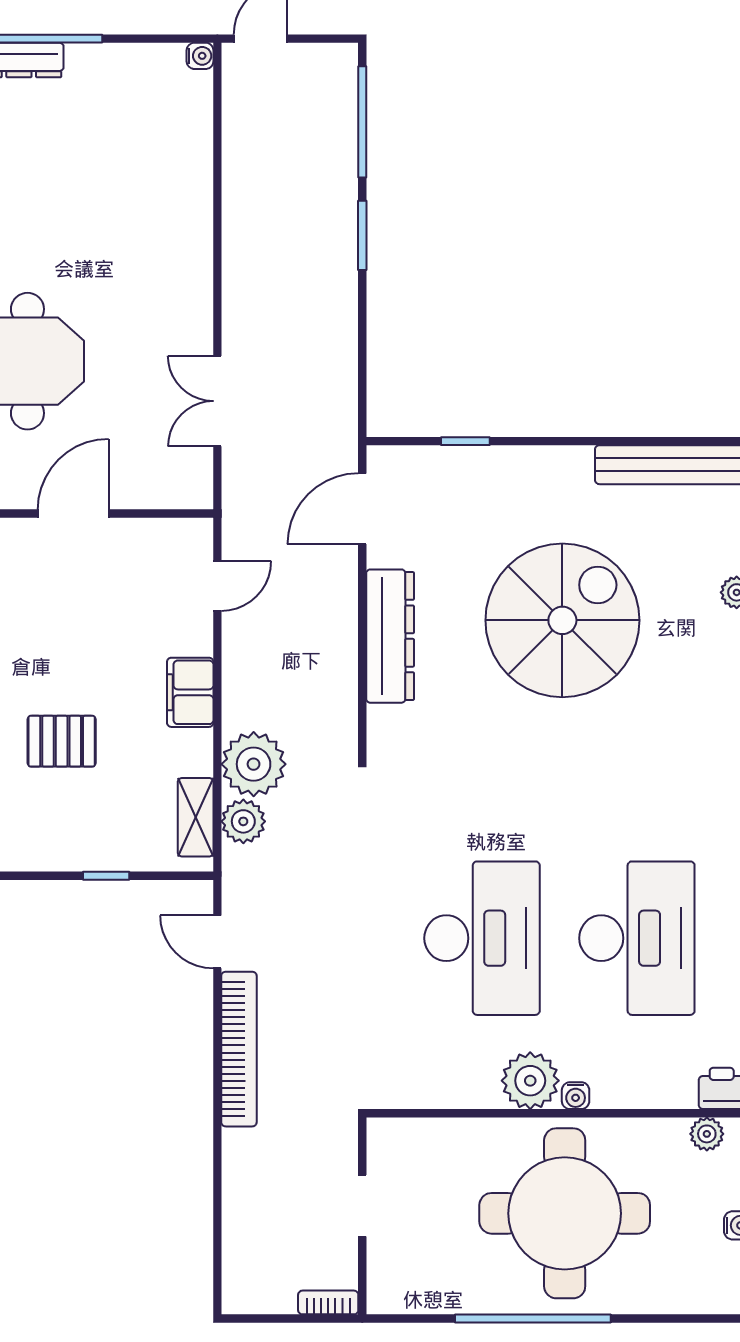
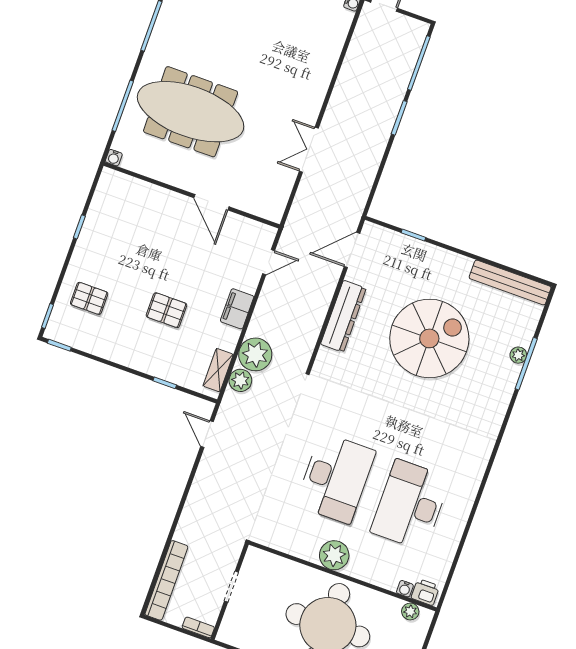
double door: (217, 401) -> (309, 150), moved
door: (73, 513) -> (211, 202), swing flipped
desk: (637, 938) -> (410, 505), turned 180
bookcase: (239, 1049) -> (166, 580), moved
water cooler: (576, 1096) -> (405, 589), moved

